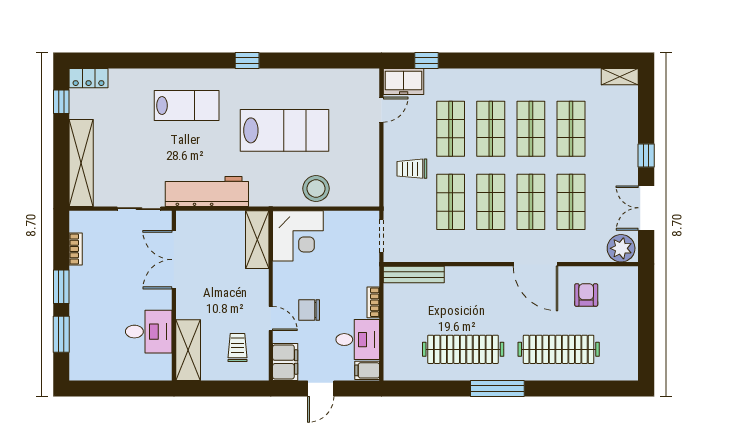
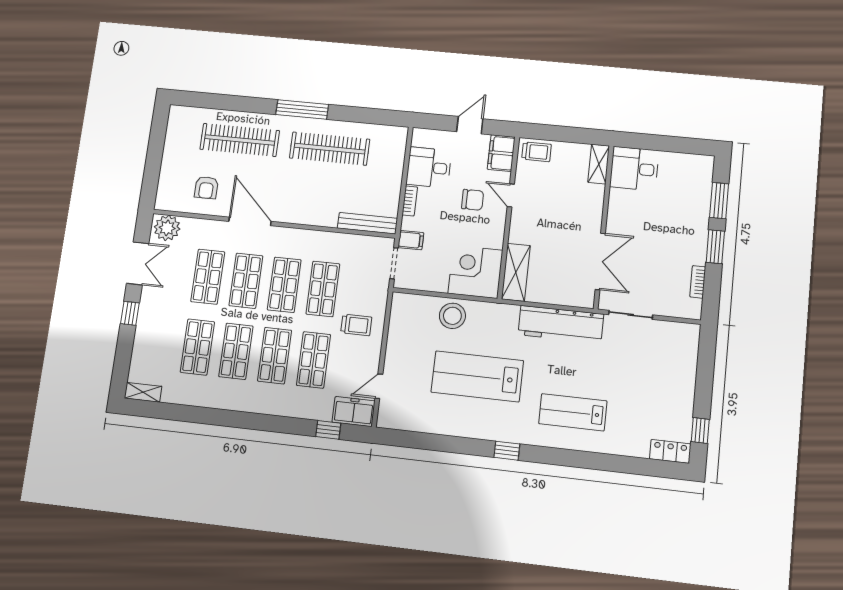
shelving: (81, 163) -> (685, 366), removed
desk: (149, 332) -> (634, 169), moved
trolley: (238, 348) -> (537, 152), moved, turned -90
shelving: (188, 350) -> (599, 164), width x0.67, depth x0.75
filing cabinet: (367, 370) -> (411, 240), moved

